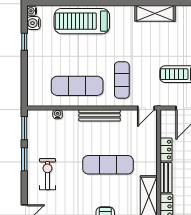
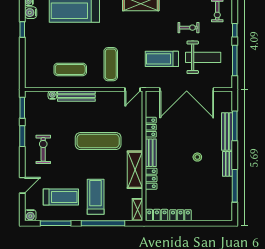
exercise mat: (77, 86) -> (70, 69), width x0.73, depth x0.69
bench: (99, 115) -> (76, 96), moved

